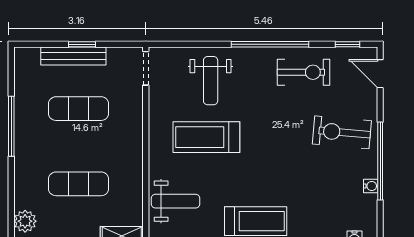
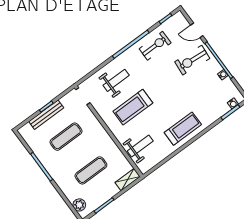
door: (380, 74) -> (197, 30), moved
weight bench: (211, 81) -> (116, 80), turned -90

